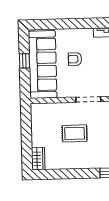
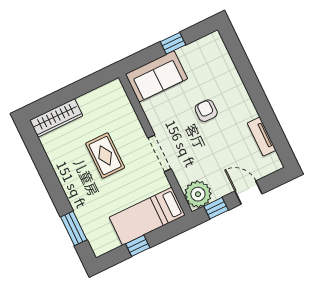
sofa: (43, 65) -> (156, 76), width x0.54, depth x0.79
wardrobe: (38, 159) -> (56, 118), width x1.50

